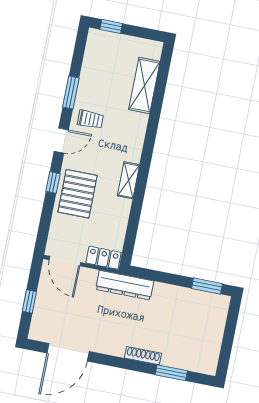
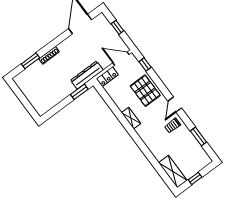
window: (111, 26) -> (195, 178), moved
shelving: (144, 85) -> (173, 172), moved
window: (71, 92) -> (198, 136), moved
window: (53, 182) -> (145, 65), moved
window: (207, 286) -> (79, 92), moved

